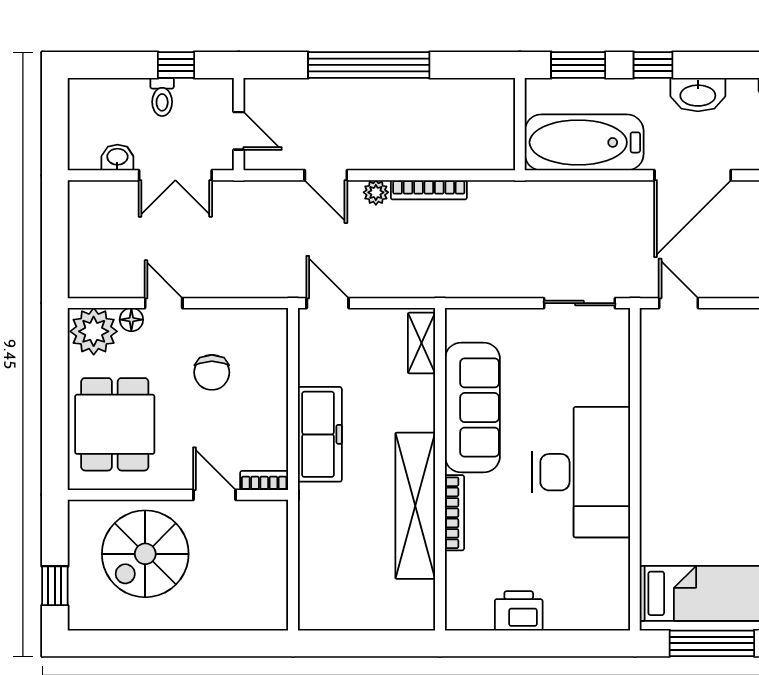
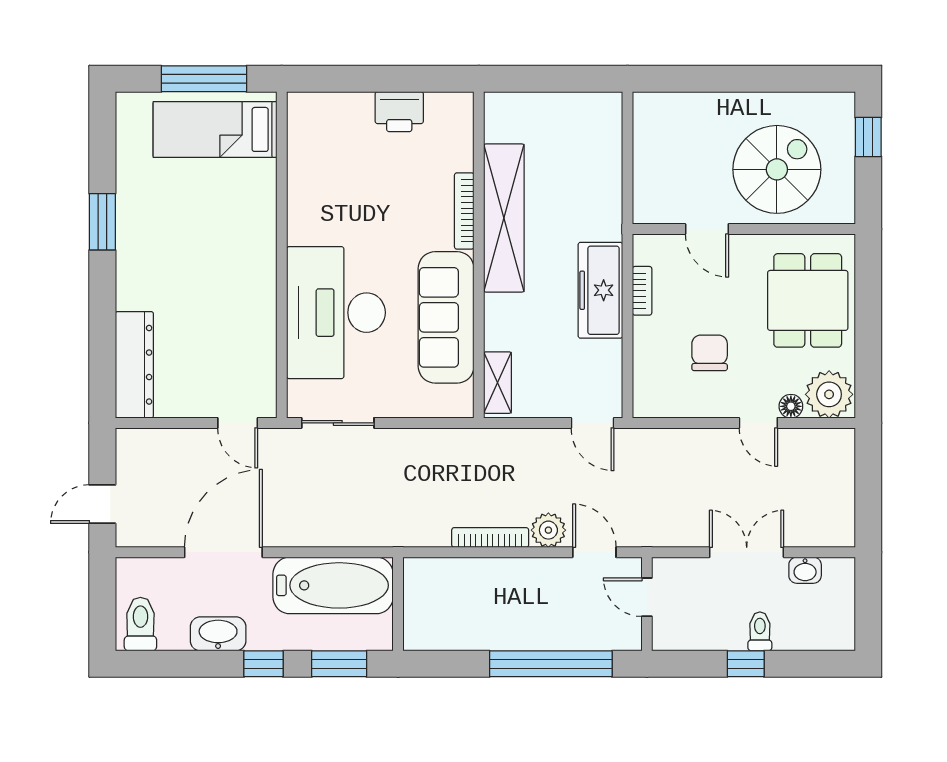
wall: (239, 124) -> (647, 604), moved
door: (239, 131) -> (647, 597), moved
plant: (376, 192) -> (548, 530), width x1.38, depth x1.38
desk: (581, 472) -> (336, 313), moved
bookcase: (264, 480) -> (642, 291), moved, turned -90

